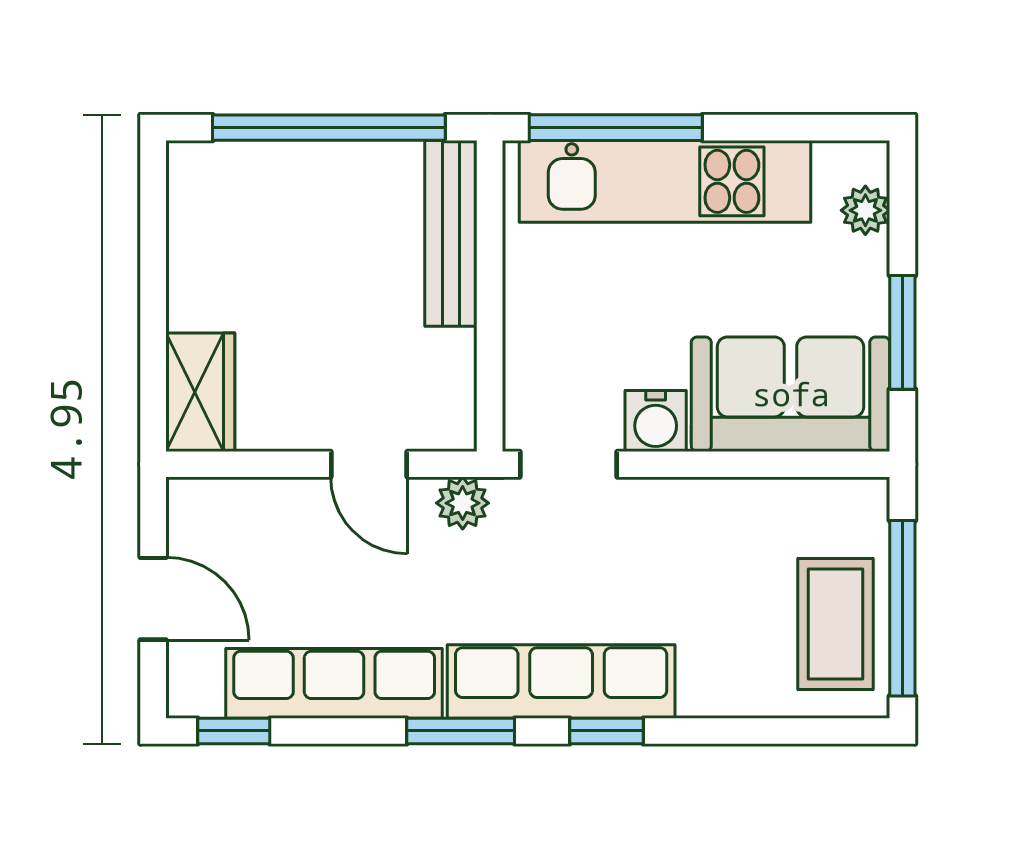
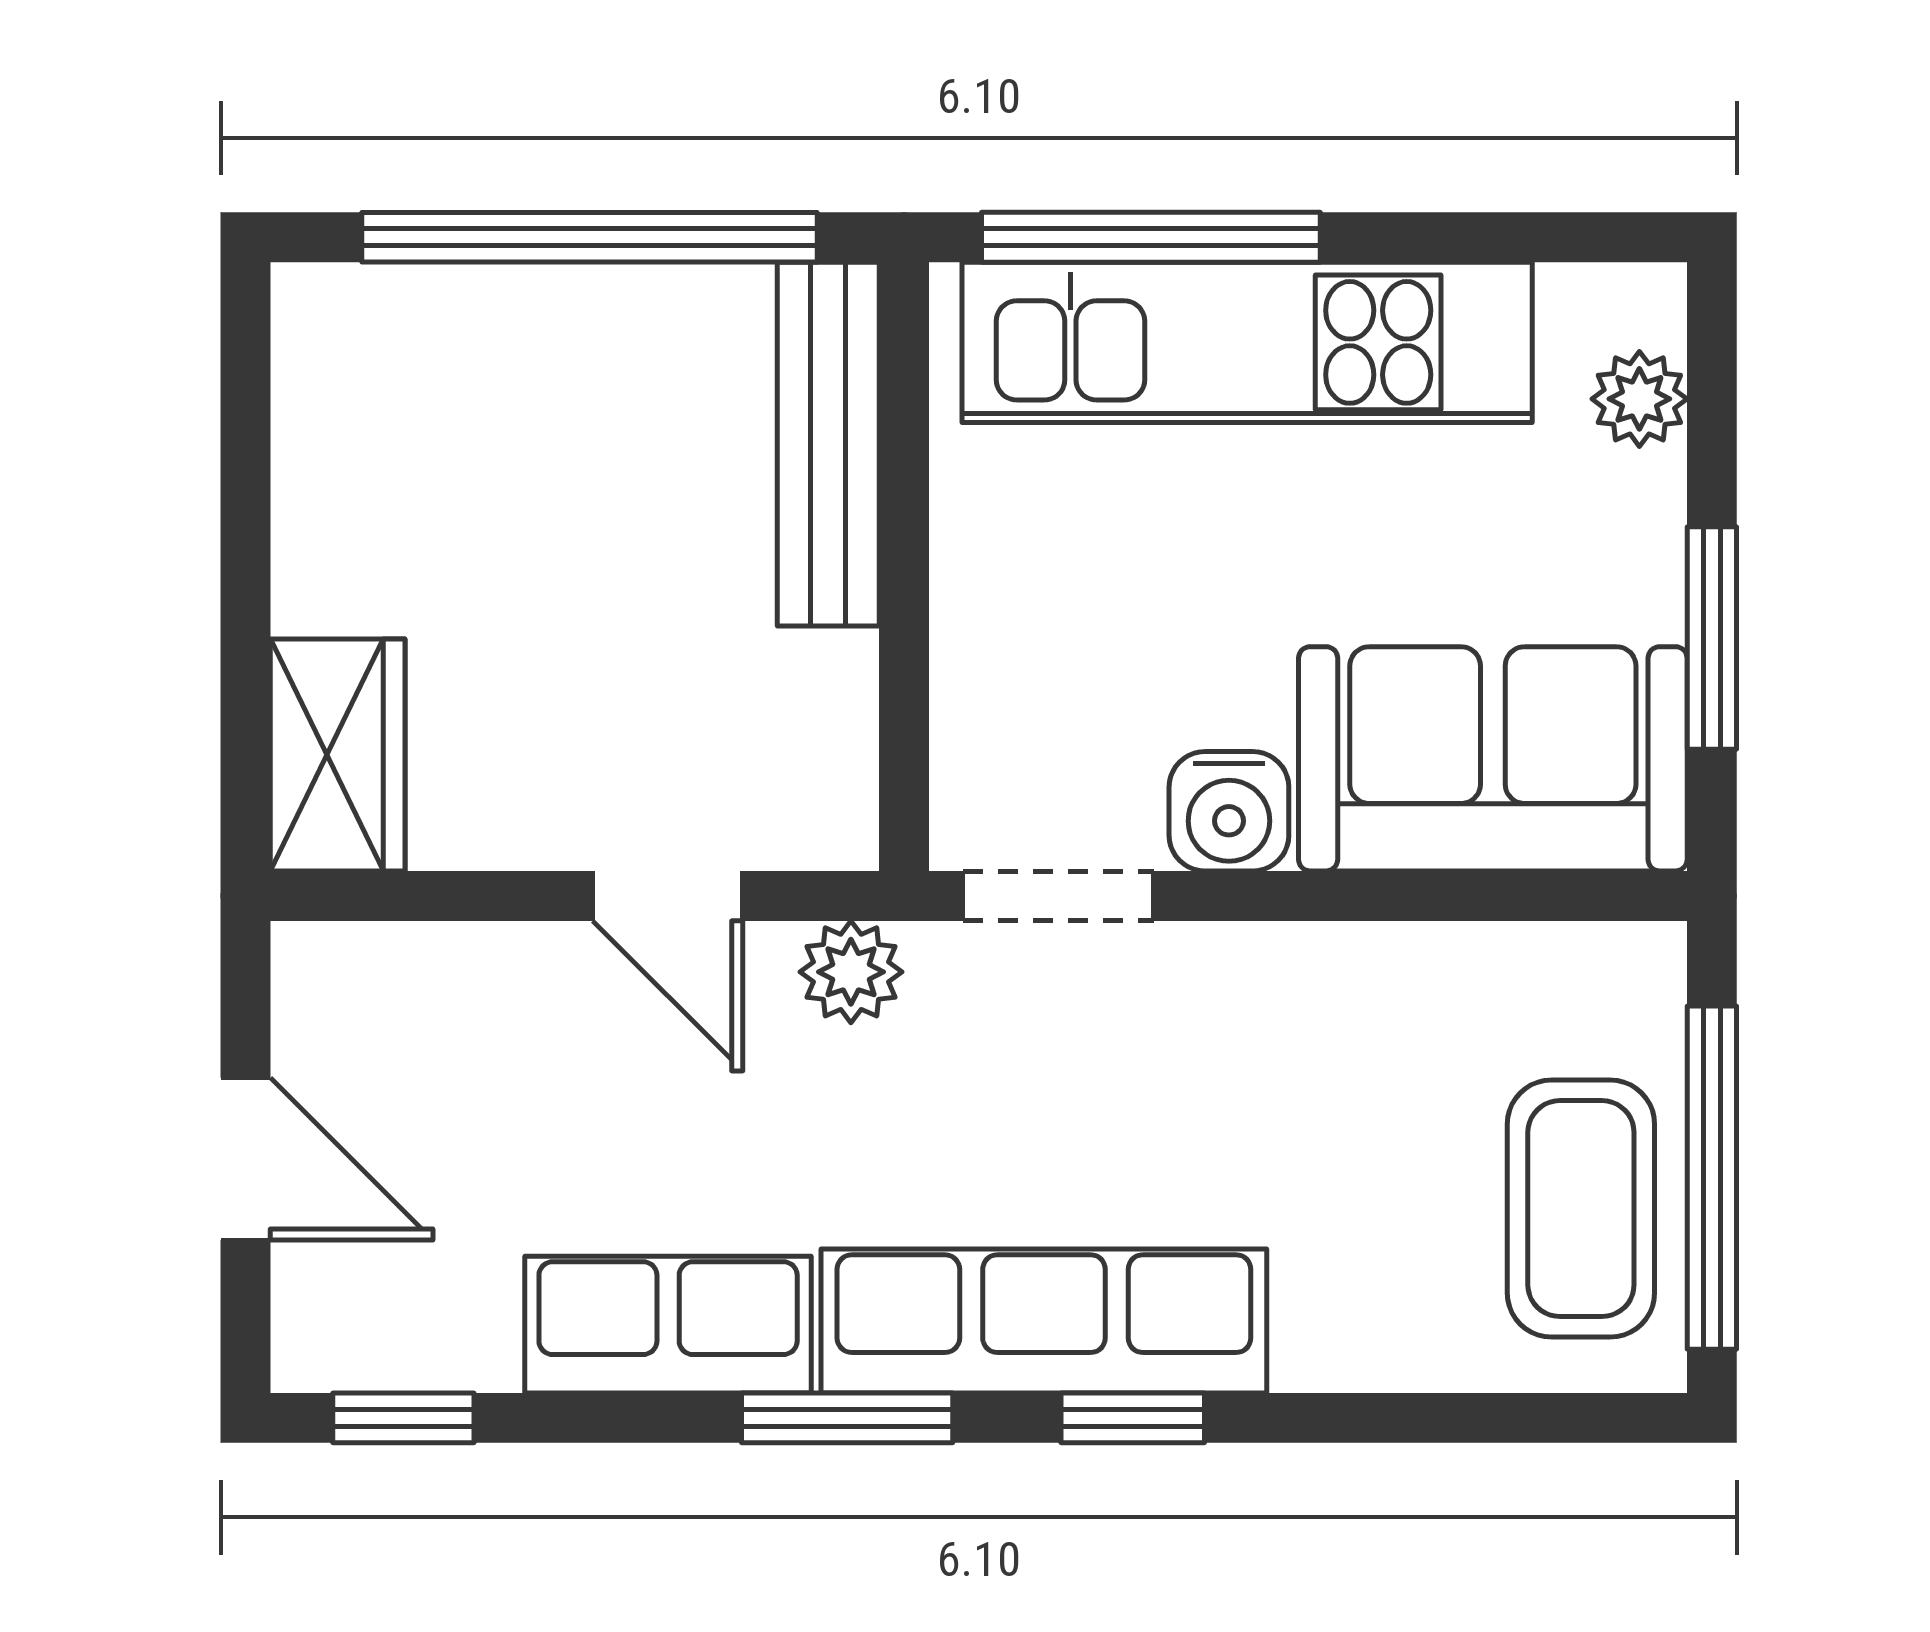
row of seats: (334, 683) -> (668, 1325), width x0.68

